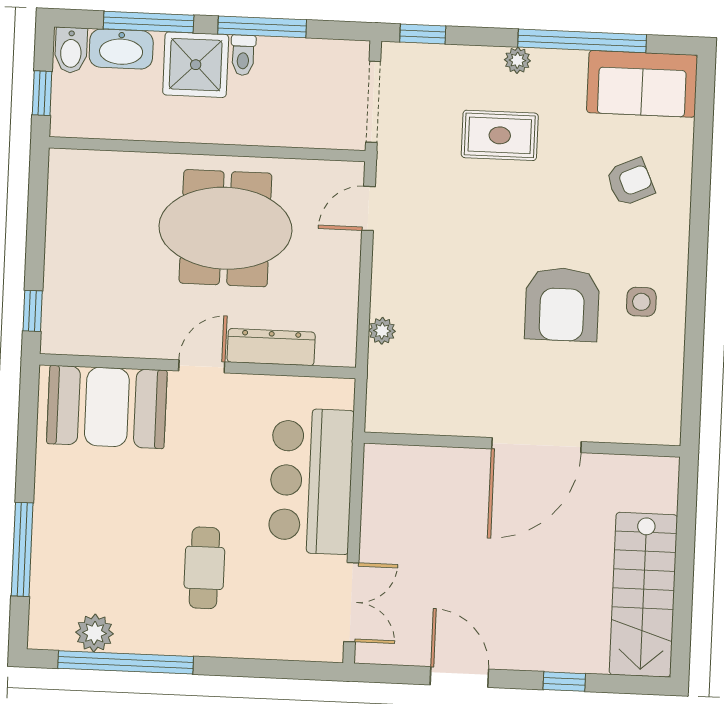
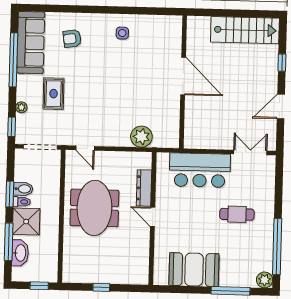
window: (262, 27) -> (10, 194), width x0.69
bidet: (71, 50) -> (23, 189), moved
plant: (517, 60) -> (21, 107), moved
sofa: (642, 84) -> (31, 43), width x1.36
armchair: (630, 182) -> (72, 39), turned -75
armchair: (562, 304) -> (124, 66), removed
window: (33, 311) -> (101, 287), moved
plant: (382, 331) -> (141, 137), width x1.87, depth x1.87
booth: (107, 407) -> (194, 270), moved, turned 90
plant: (95, 633) -> (265, 280), moved

